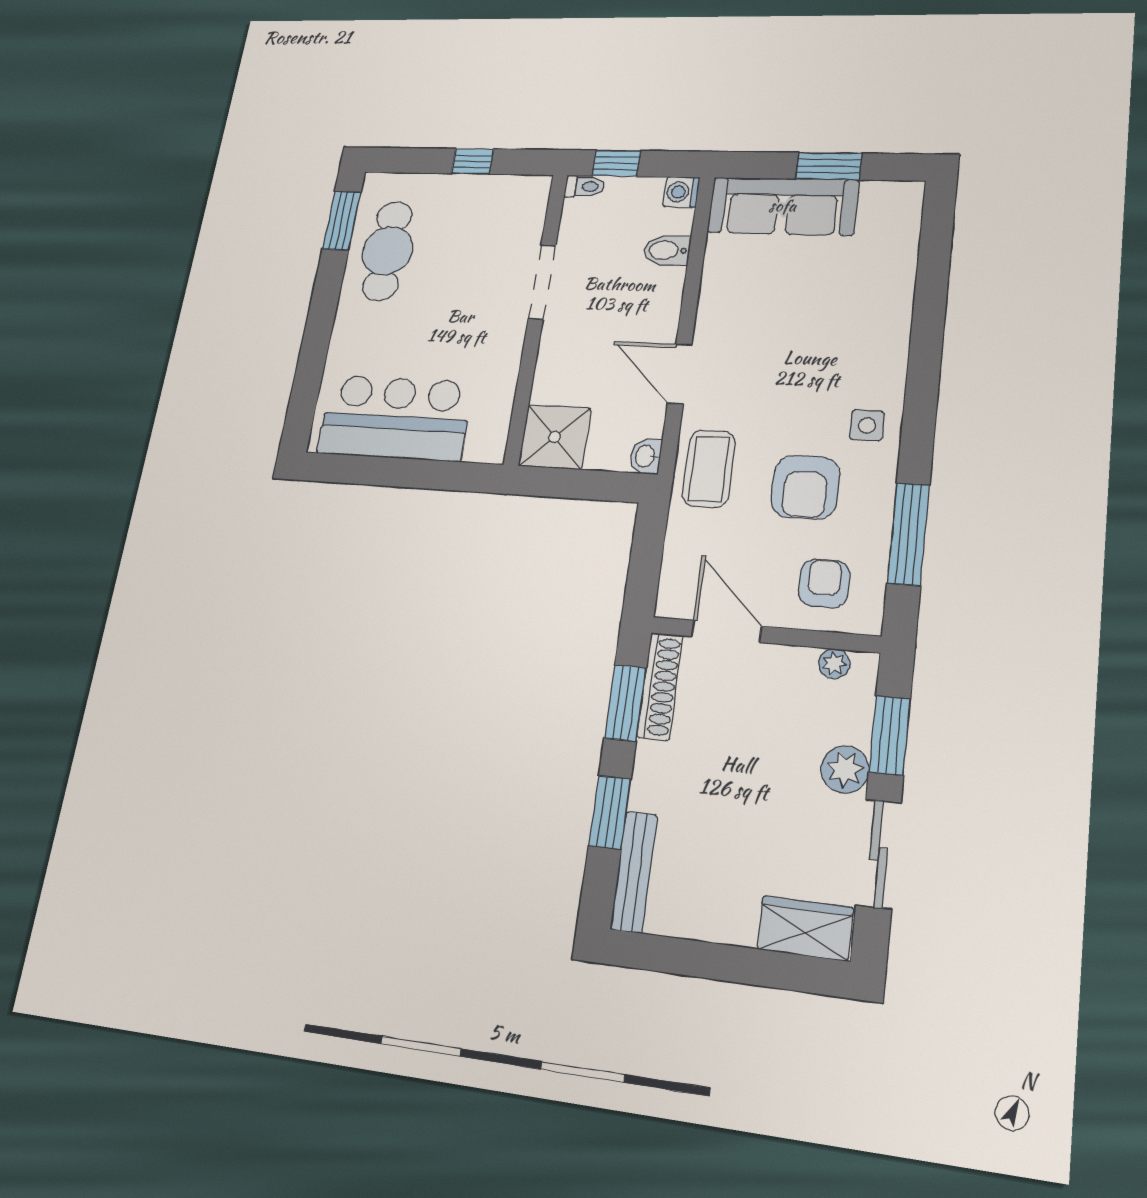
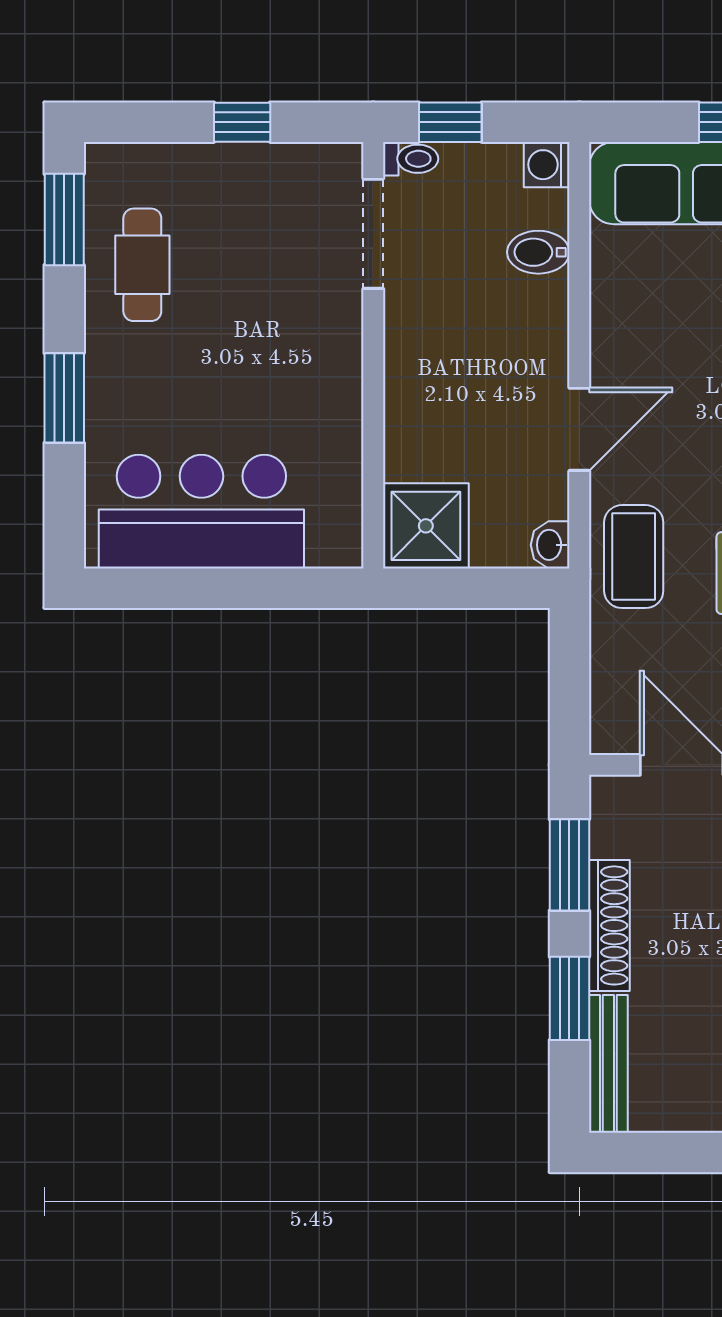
cafe table: (388, 251) -> (142, 265), width x0.73, depth x0.74
doorway: (542, 282) -> (373, 234), moved
window: (317, 336) -> (64, 398), added
door: (680, 374) -> (579, 429), swing flipped
shoe rack: (660, 686) -> (609, 925), moved

